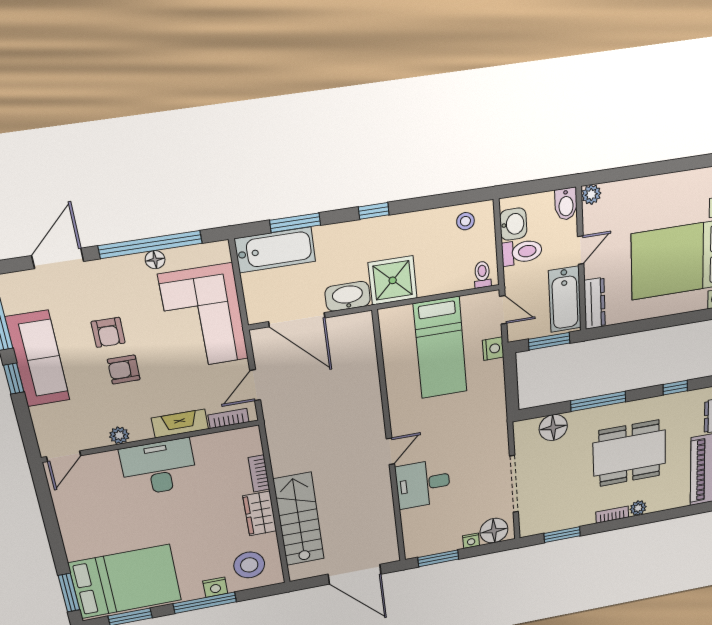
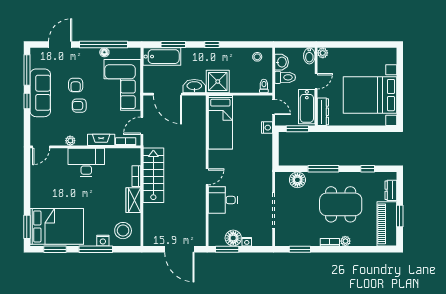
bed: (440, 348) -> (220, 122), moved
stairs: (299, 519) -> (153, 175), moved
floor lamp: (494, 531) -> (233, 238), moved

